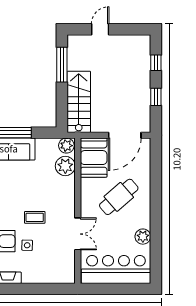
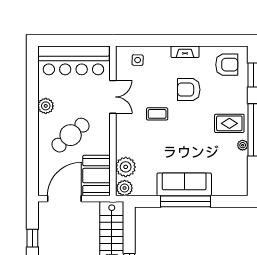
double door: (78, 234) -> (113, 97), swing flipped
plant: (143, 237) -> (46, 106), moved
side table: (27, 245) -> (138, 60), moved

